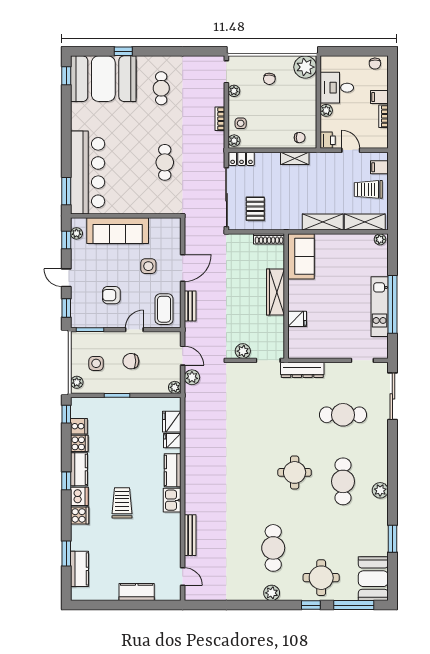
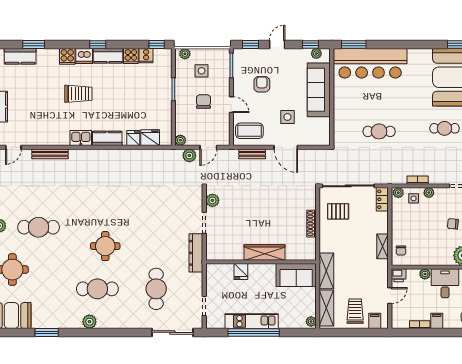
plant: (234, 91) -> (429, 193), moved
sofa: (301, 256) -> (296, 275), moved
wardrobe: (276, 292) -> (265, 252), moved
wall: (286, 296) -> (261, 262), moved
fridge: (297, 319) -> (241, 272), moved

